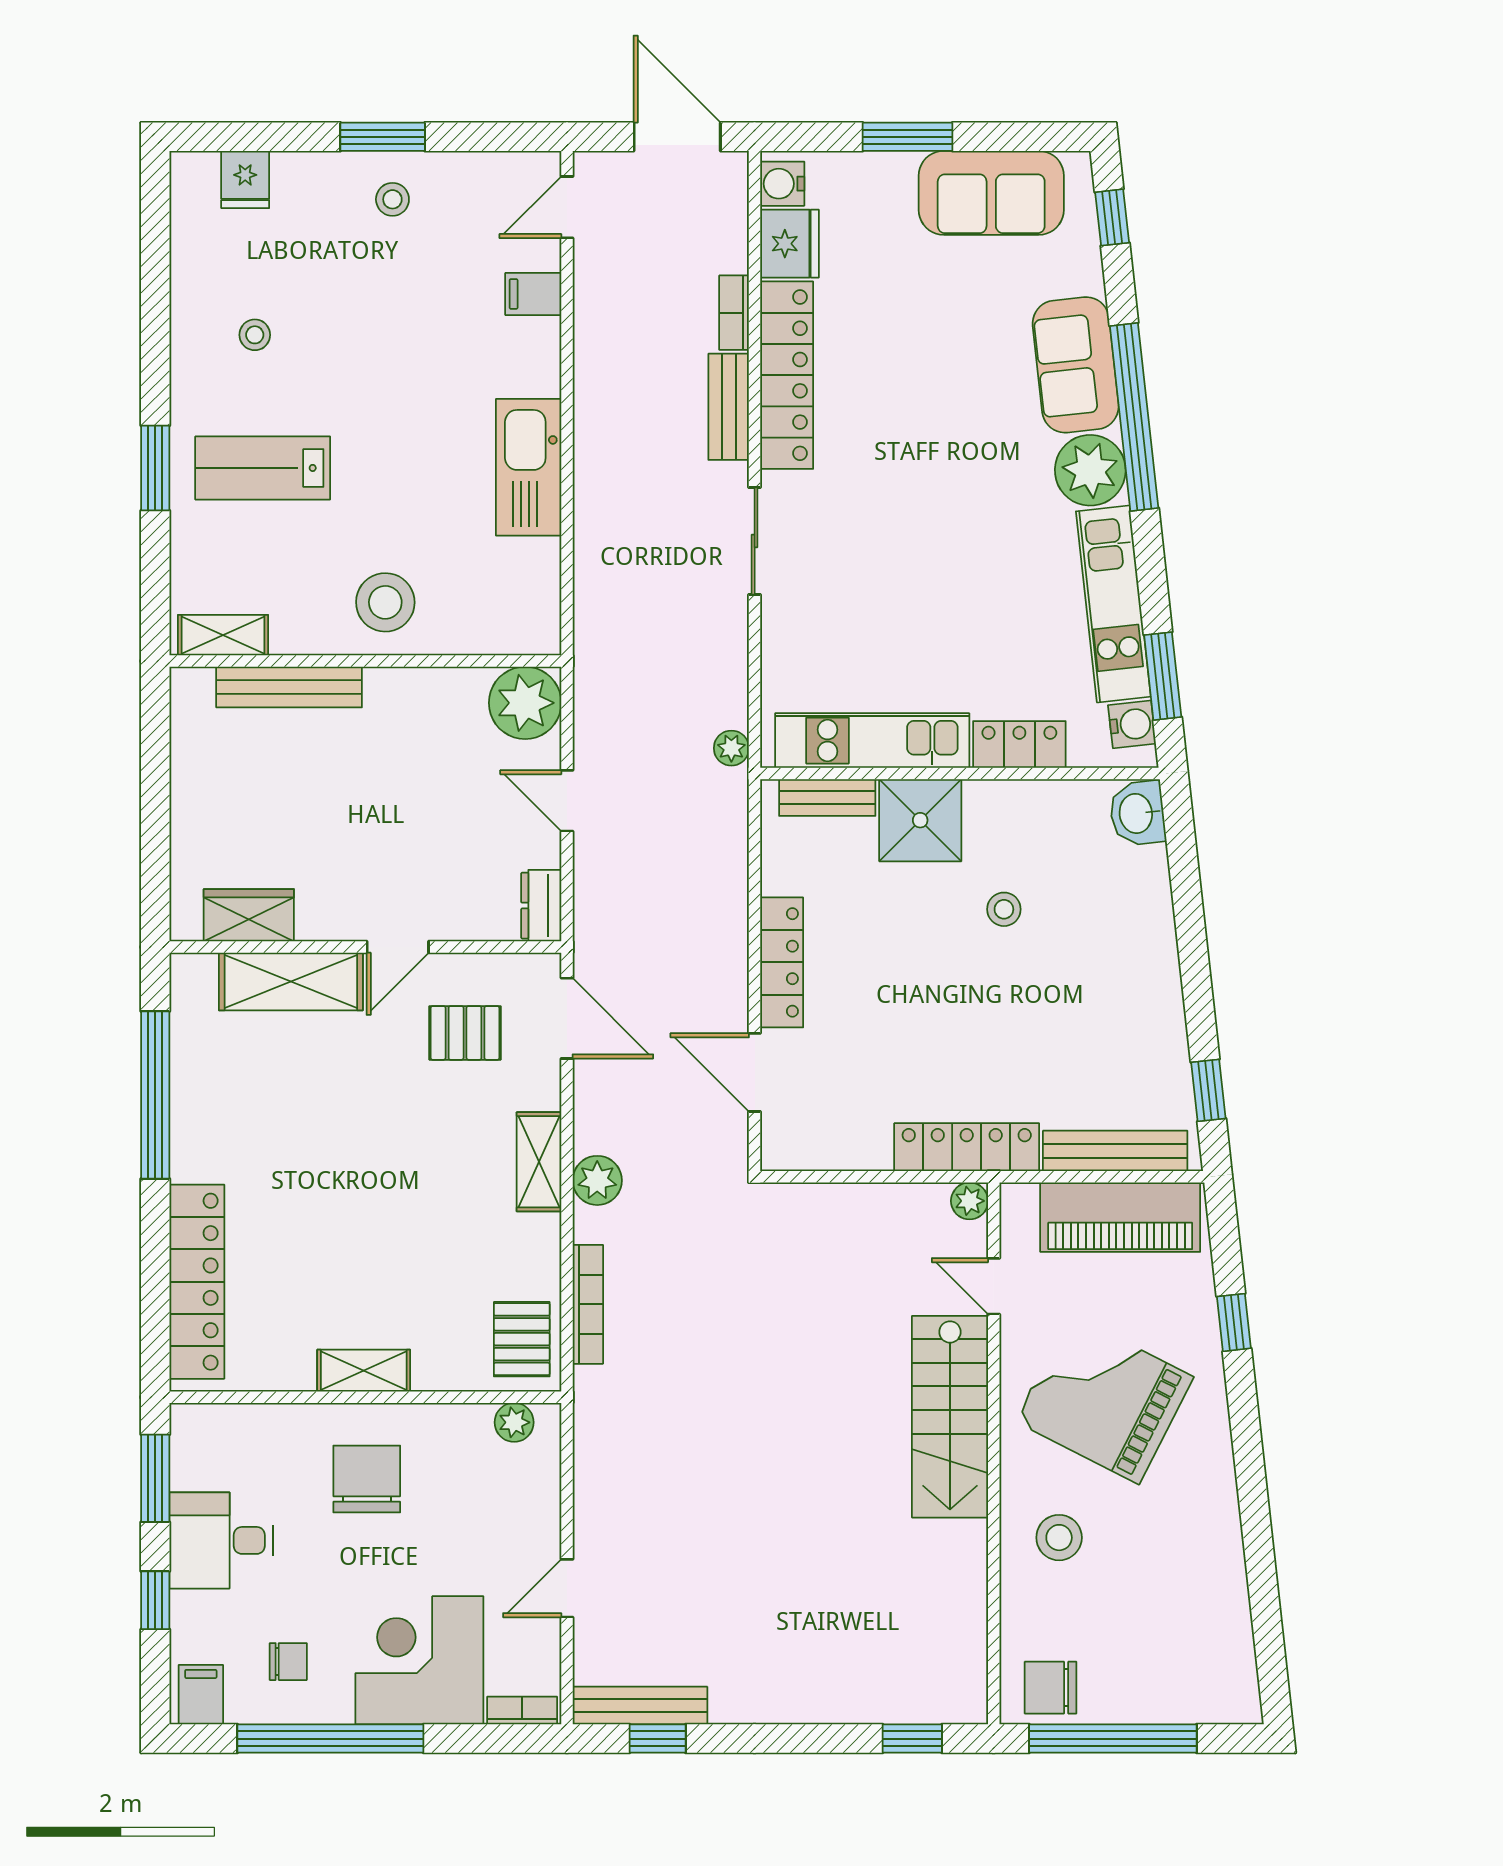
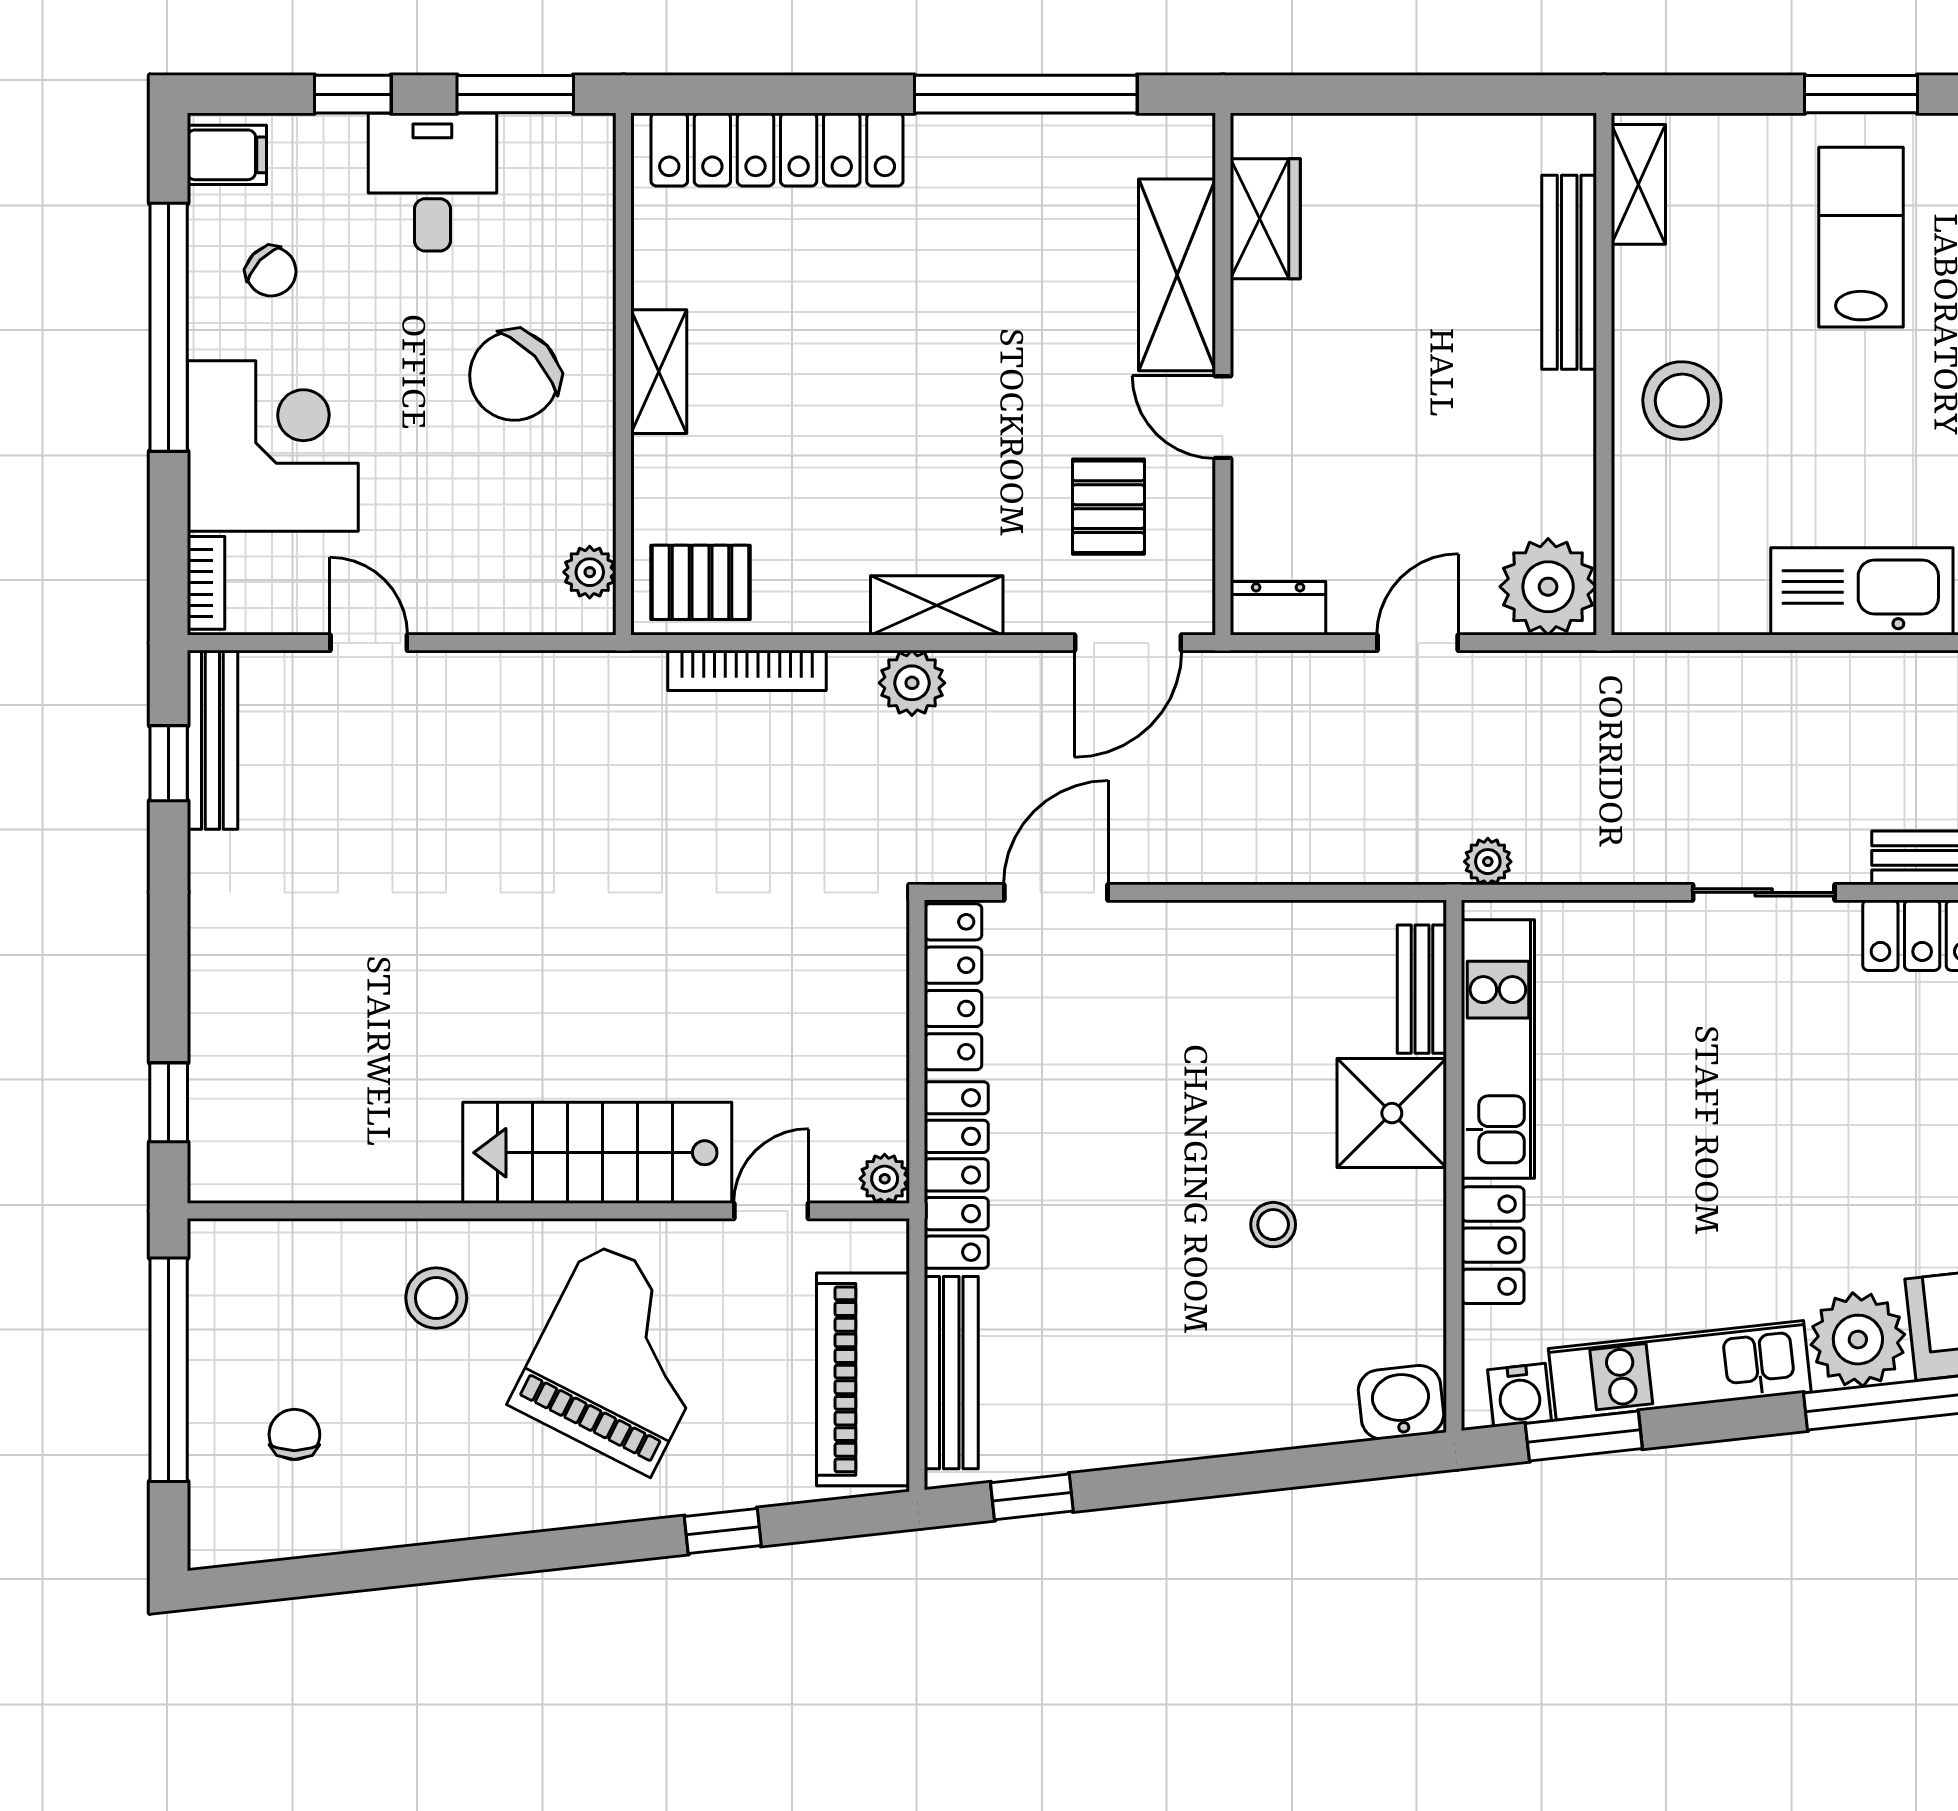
locker: (782, 962) -> (953, 987), moved, turned -90
chair: (367, 1479) -> (514, 376), turned 137
chair: (288, 1662) -> (271, 271), turned -46
chair: (1051, 1688) -> (294, 1434), moved, width x0.73, depth x0.73

